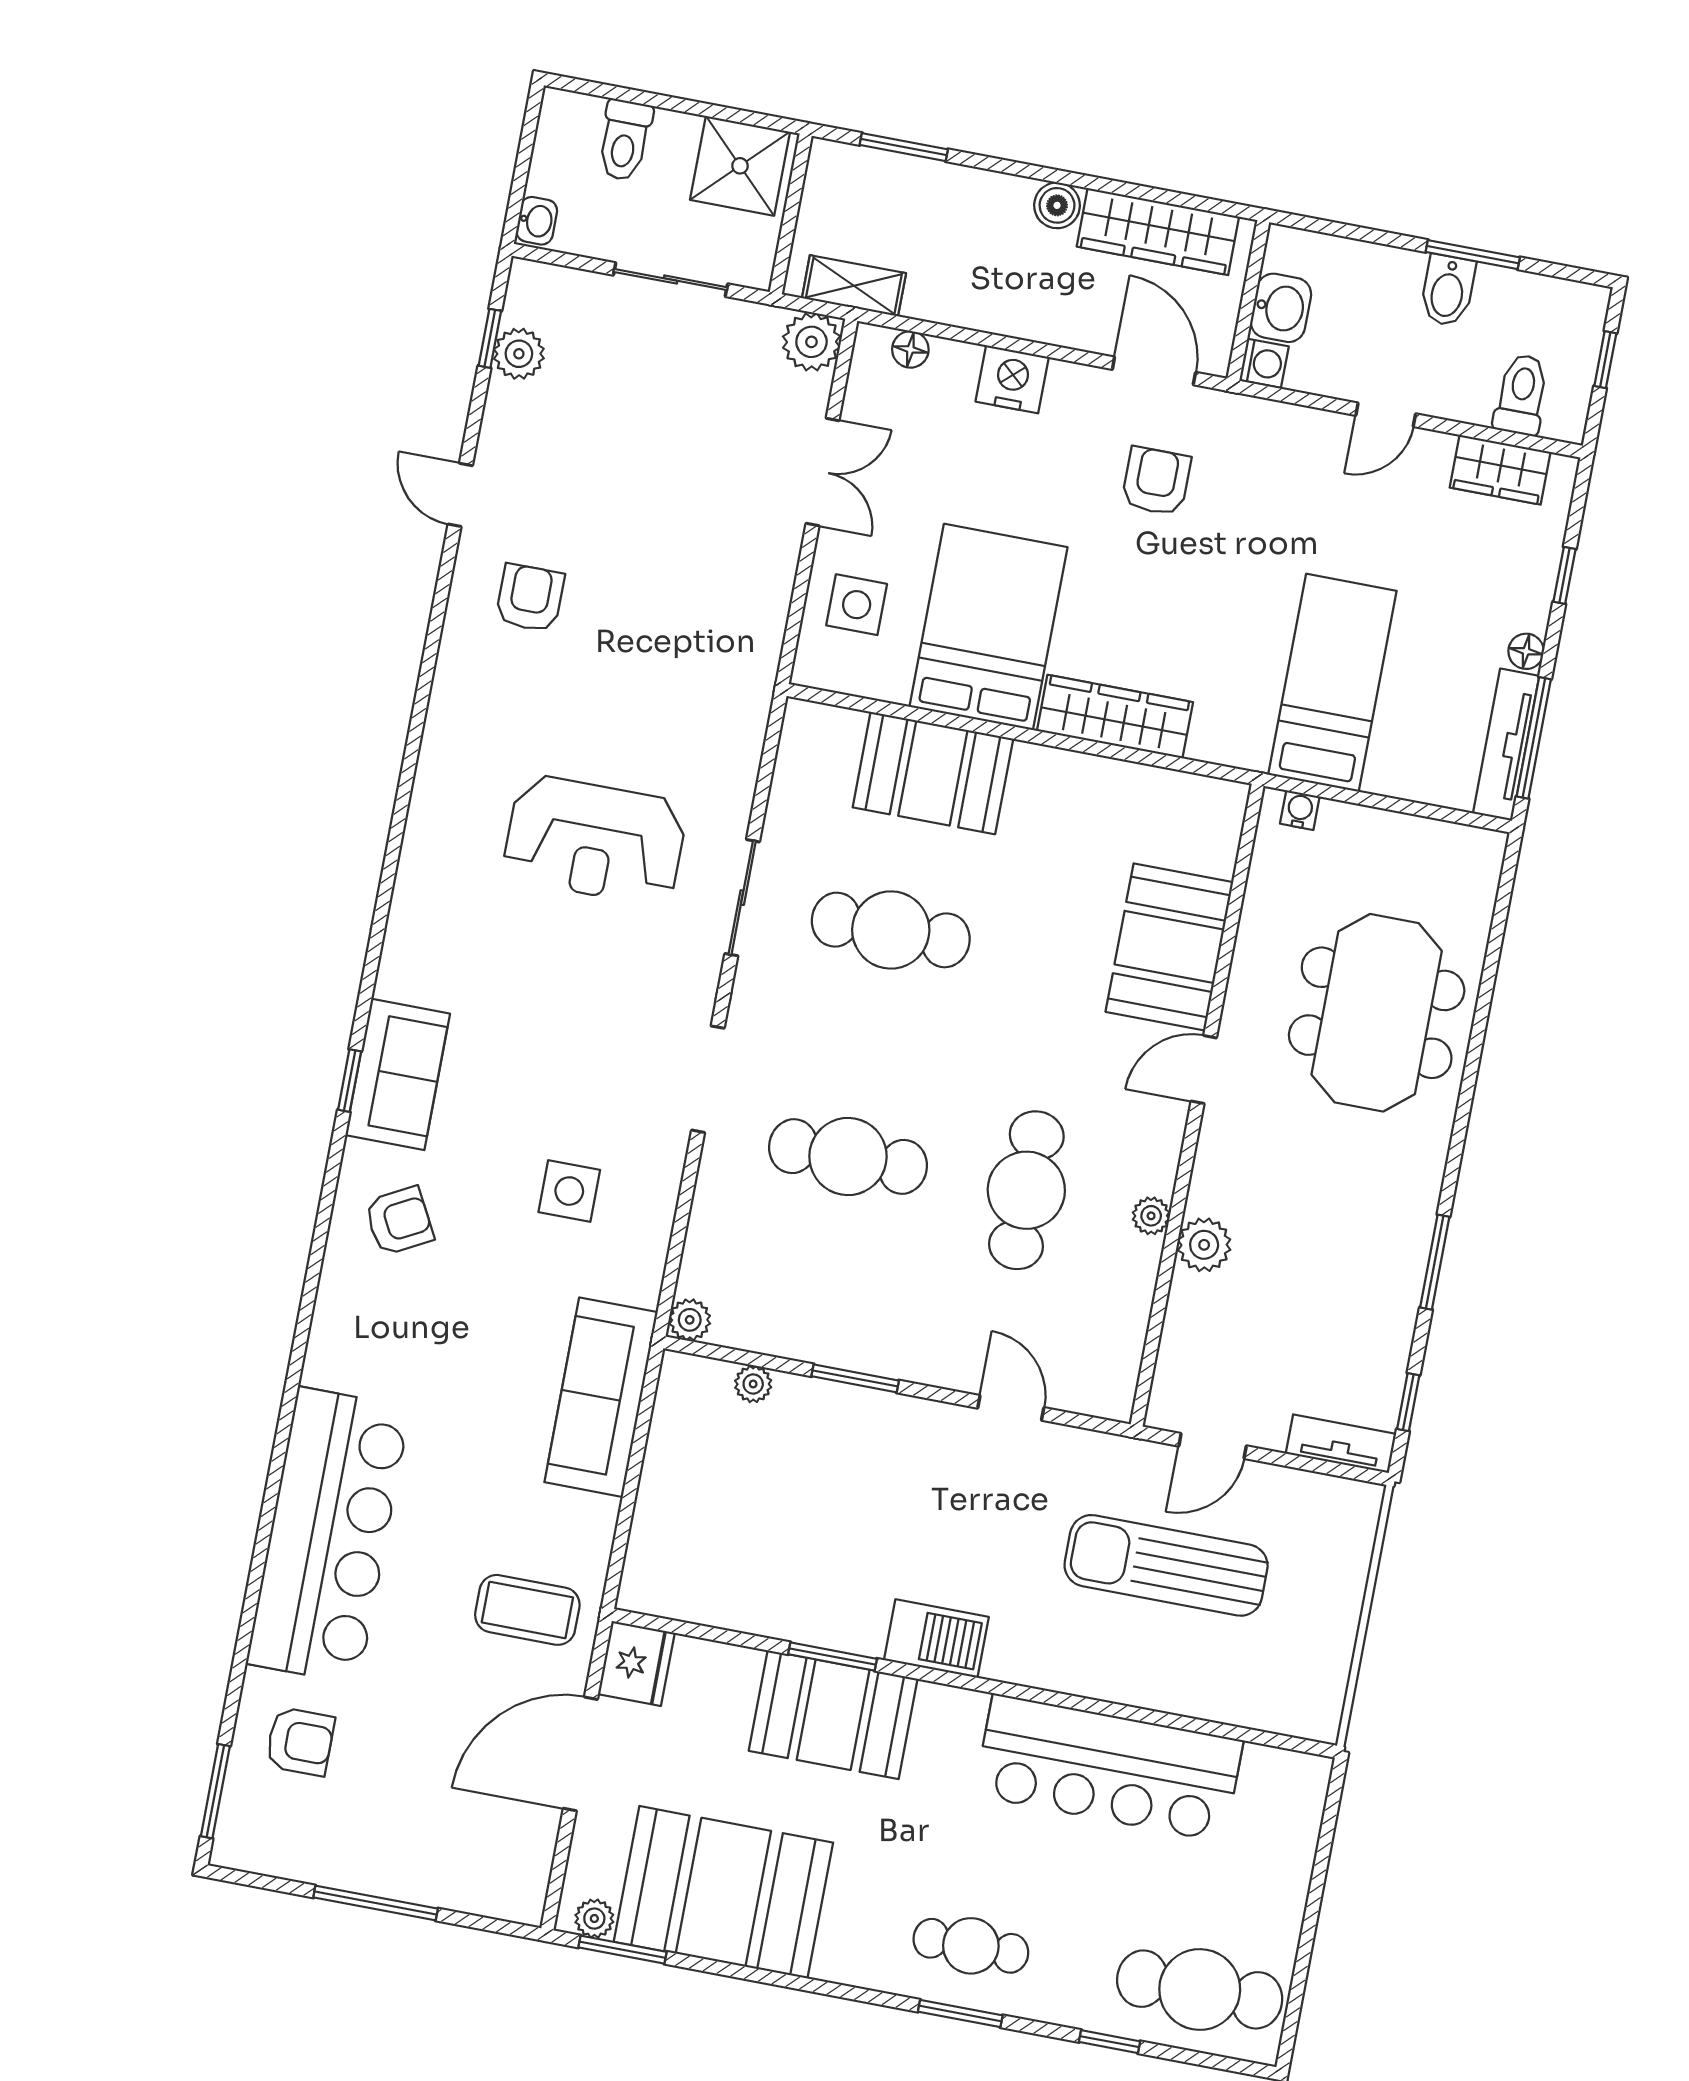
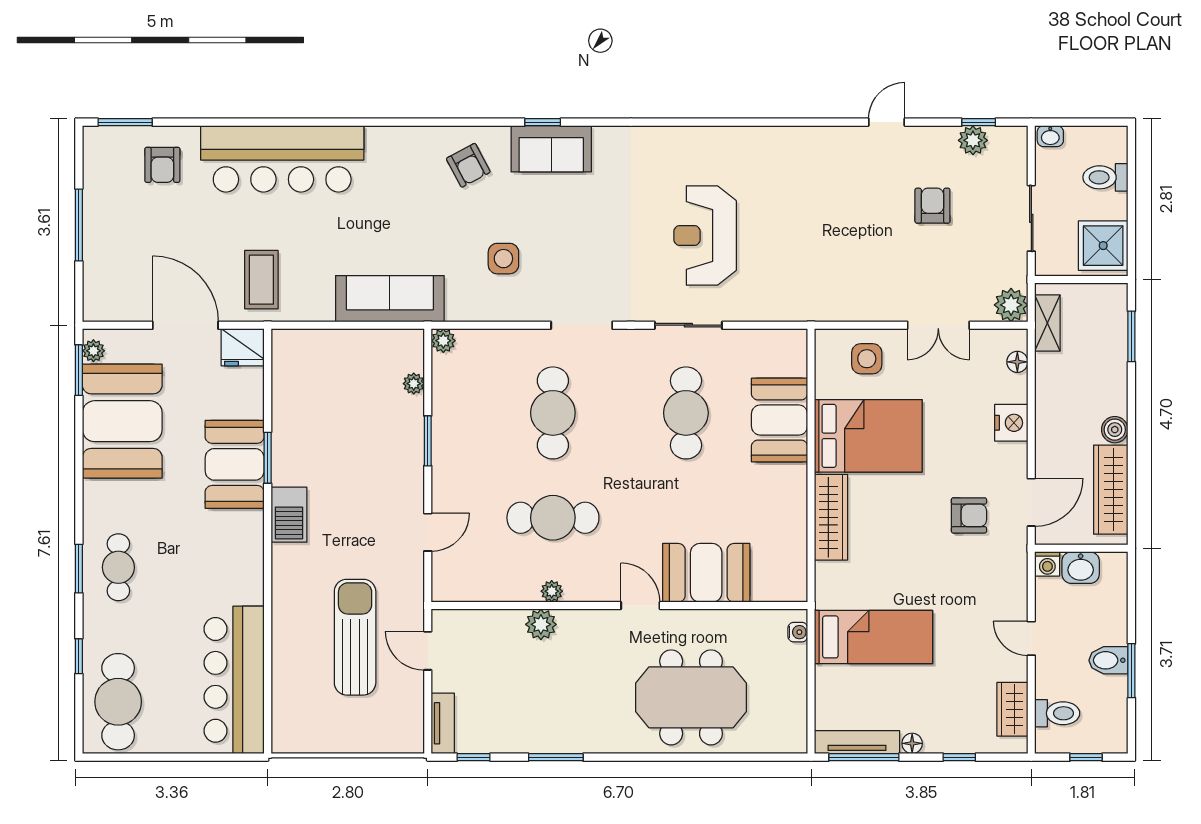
armchair: (530, 598) -> (932, 206), moved, turned -90
bar counter: (1109, 1768) -> (234, 680), moved

